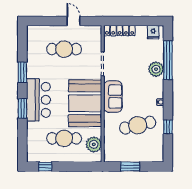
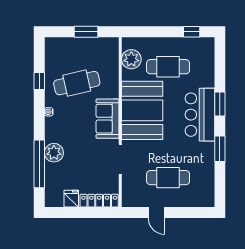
fridge: (153, 32) -> (71, 199), moved

